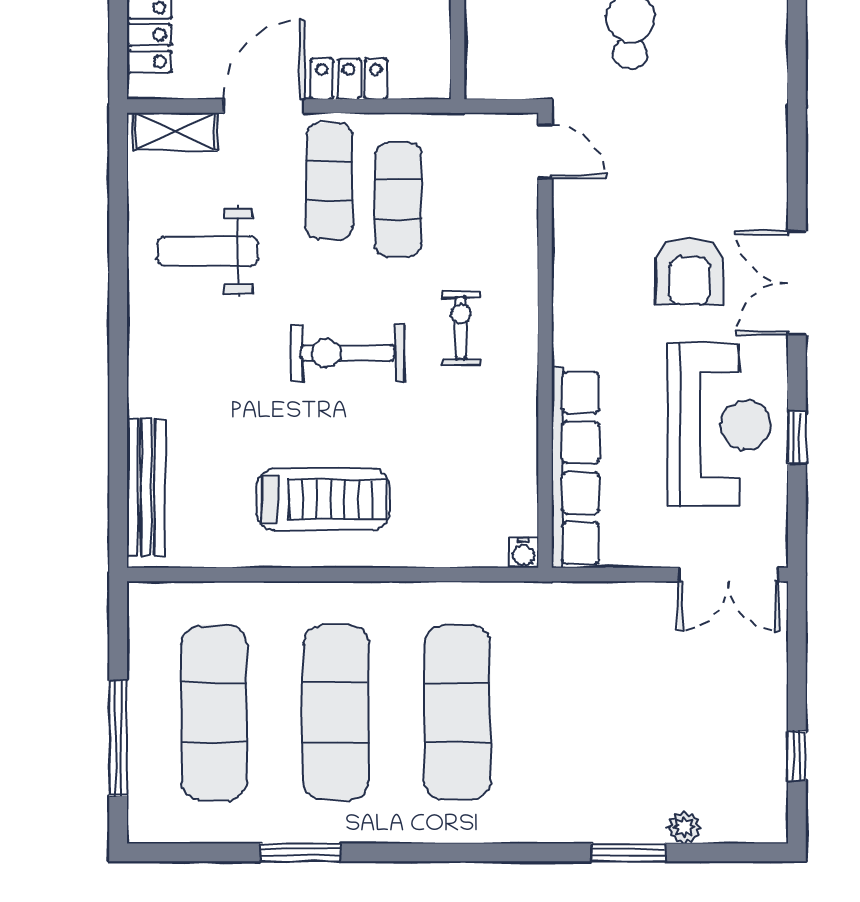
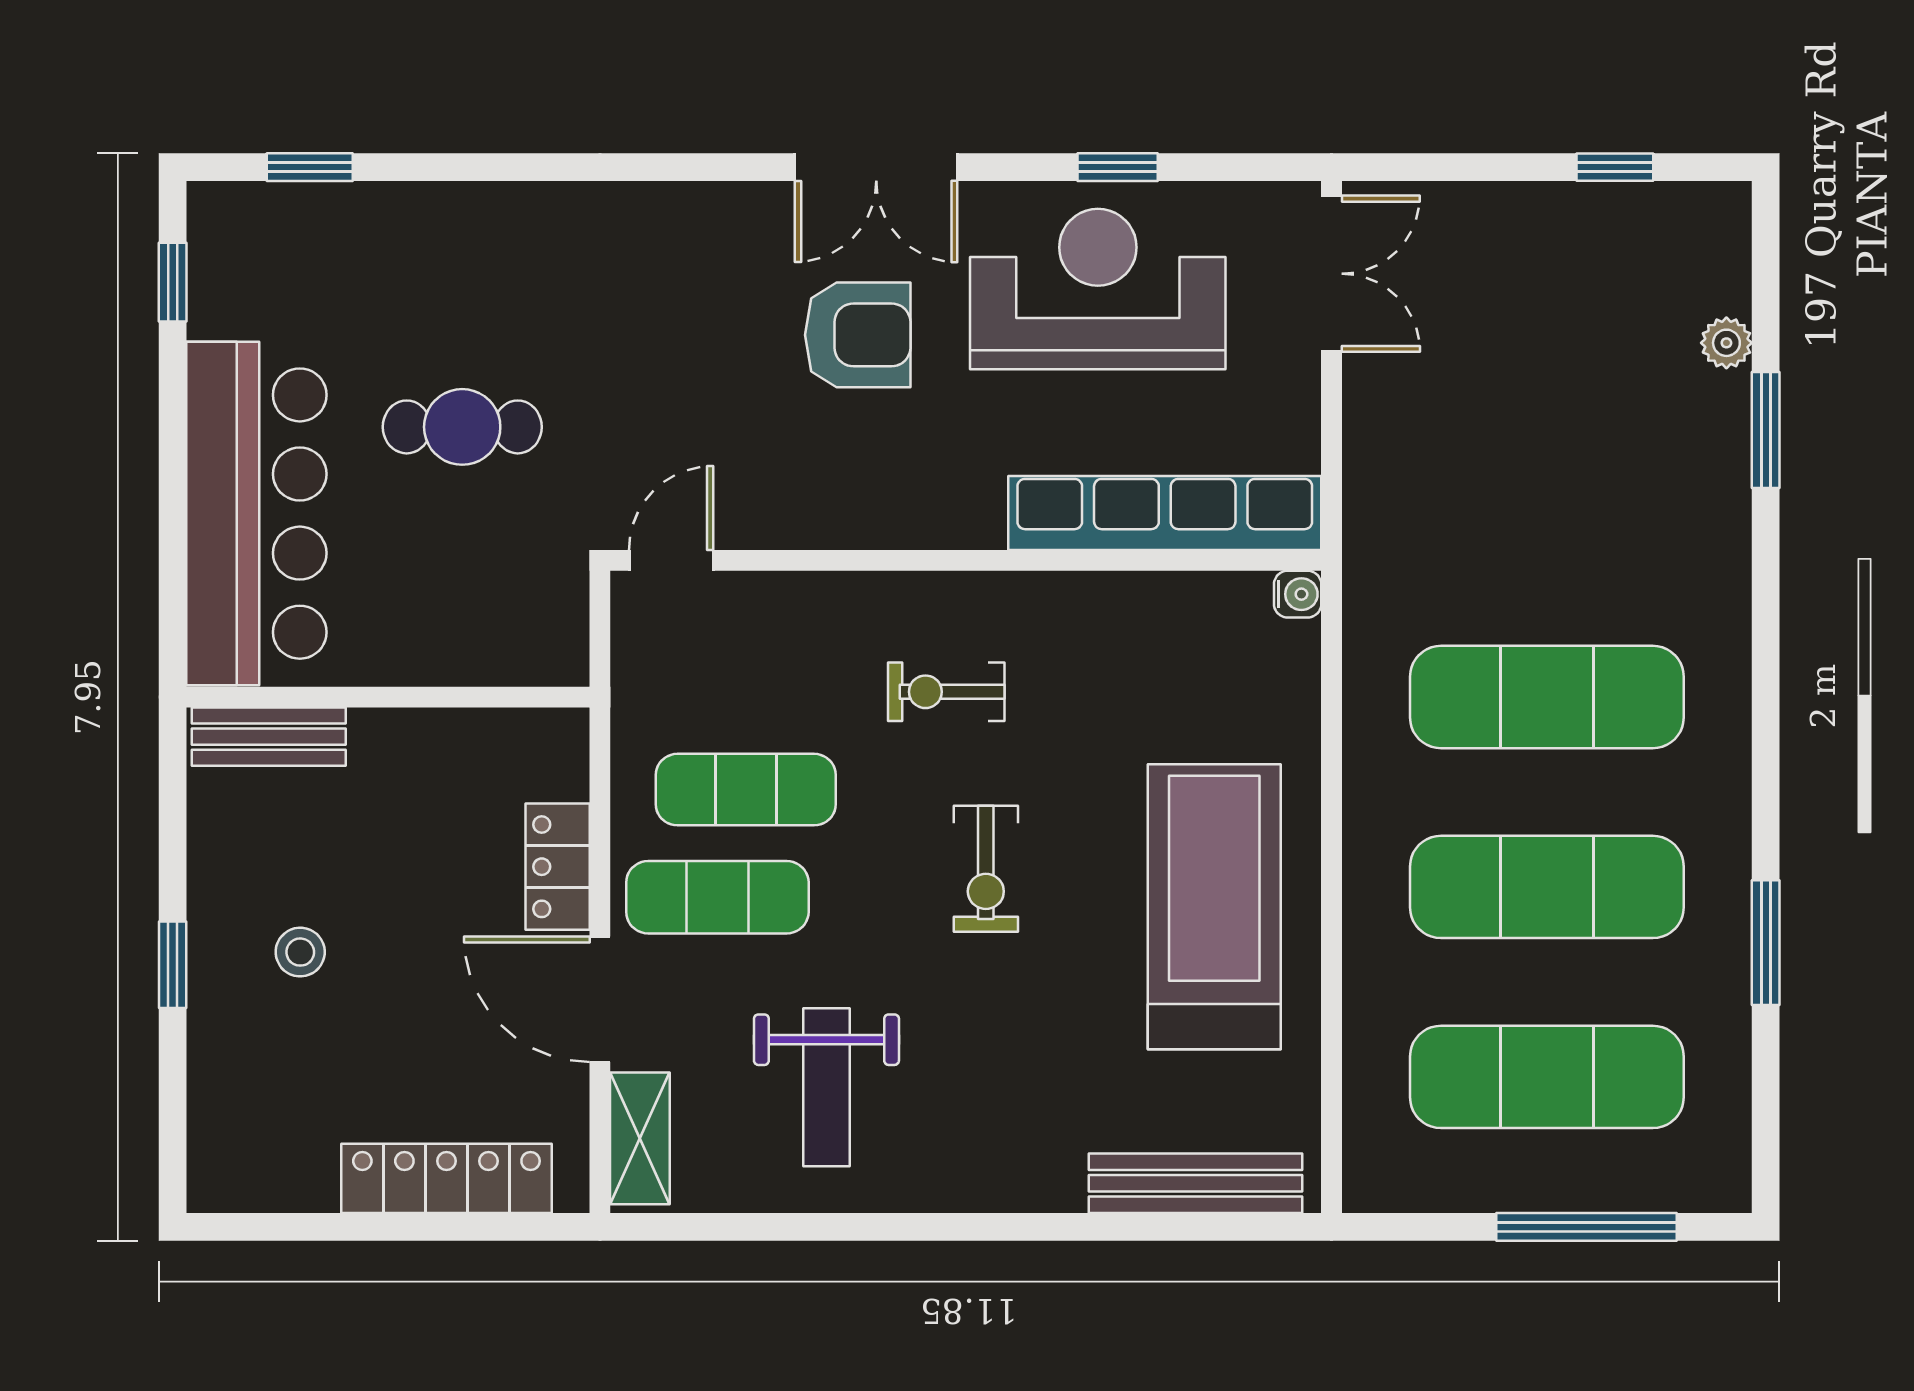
exercise bike: (348, 353) -> (986, 869), width x0.73, depth x0.72
treadmill: (323, 499) -> (1214, 907), width x1.37, depth x1.38

